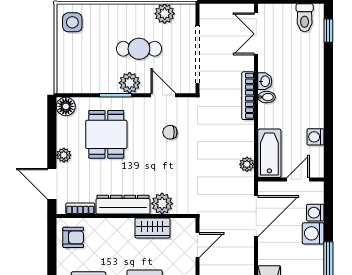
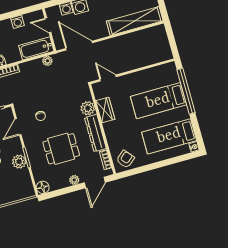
plant: (130, 83) -> (19, 162), moved
dining table: (106, 134) -> (61, 149), moved
armchair: (73, 237) -> (125, 159), turned 50

